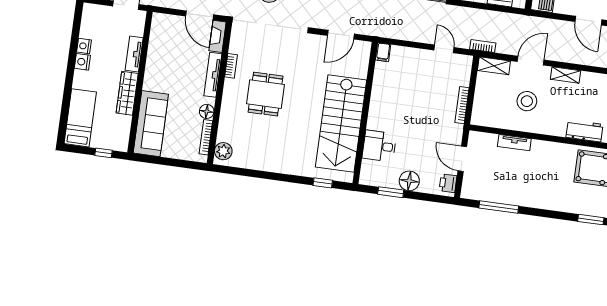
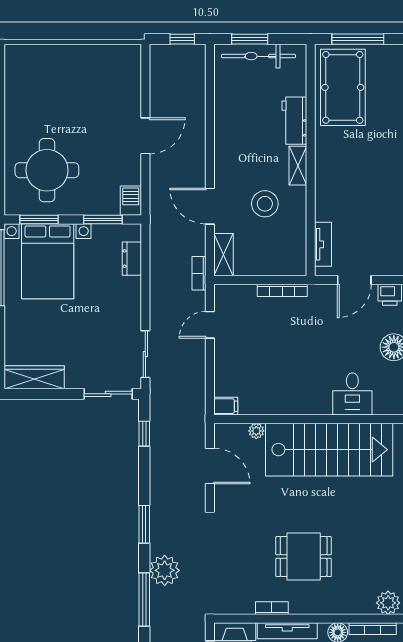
plant: (362, 72) -> (256, 431), added
shelving: (565, 75) -> (298, 166), moved
tv unit: (514, 143) -> (323, 244), moved

